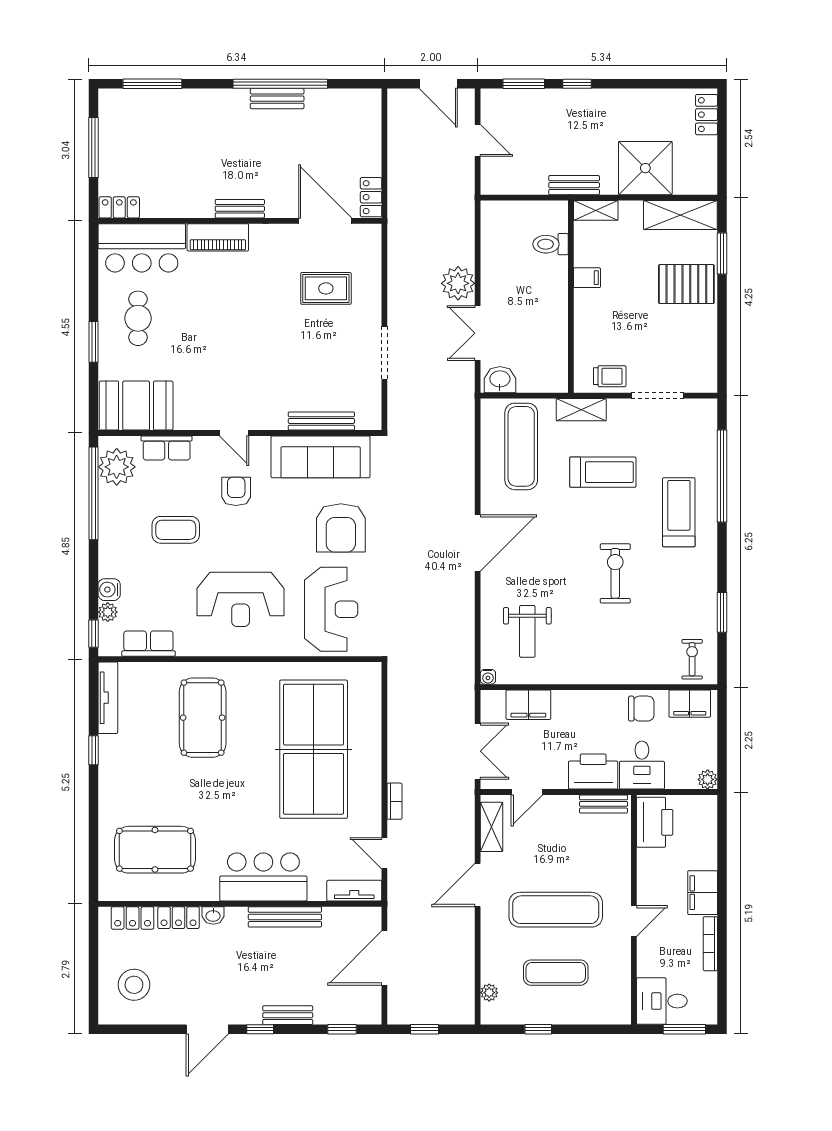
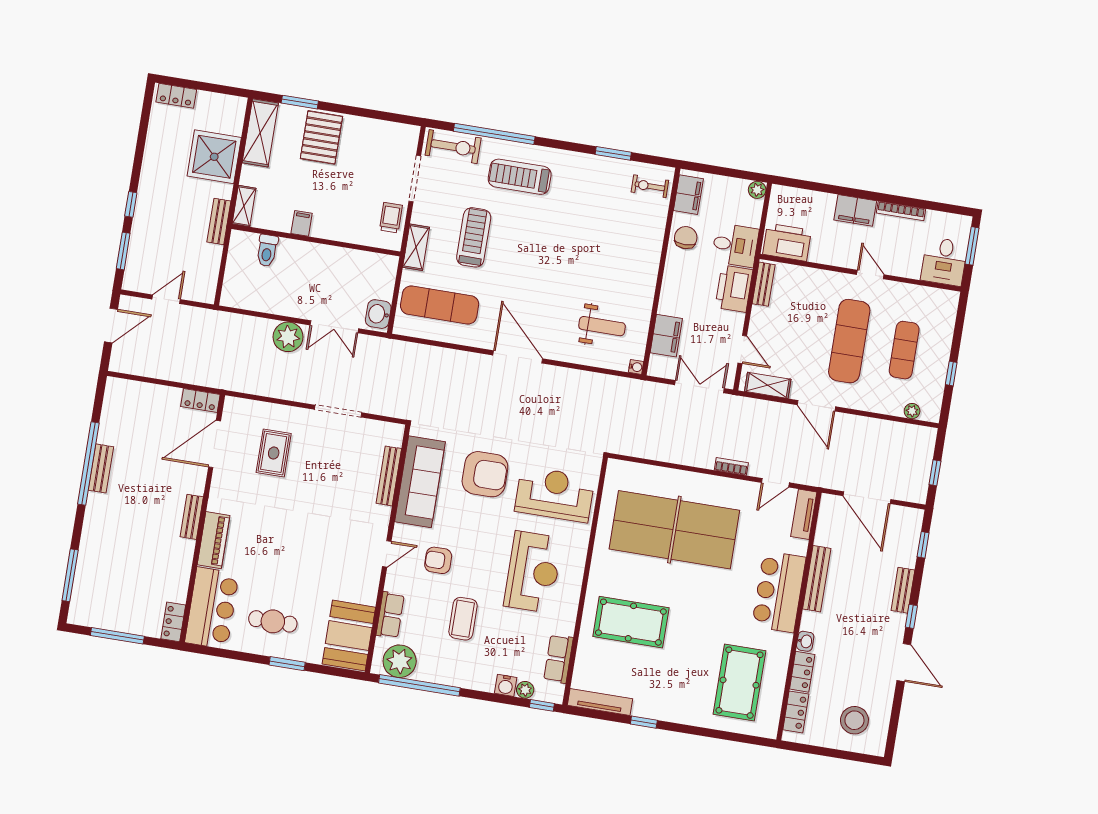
exercise bike: (615, 573) -> (453, 147), moved, turned 180

